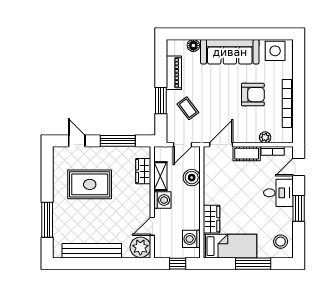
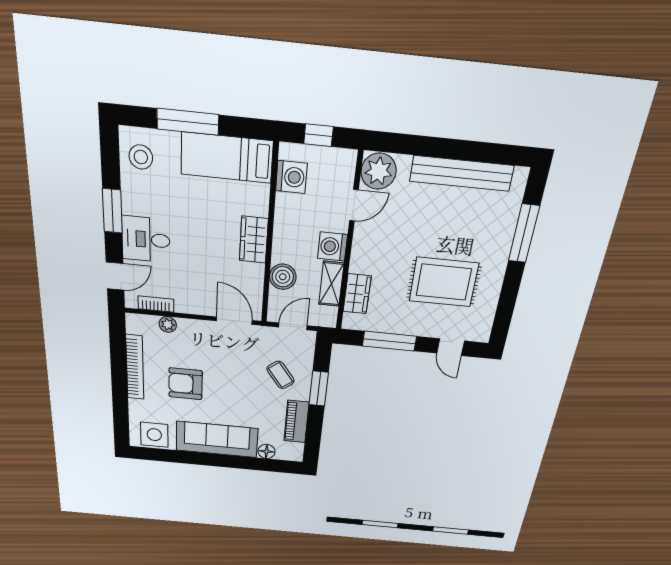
door: (221, 145) -> (234, 321), swing flipped
cot: (247, 154) -> (196, 304), removed
wardrobe: (211, 219) -> (254, 240), moved

